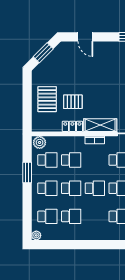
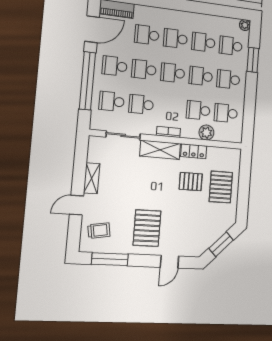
door: (85, 37) -> (169, 262), swing flipped
pallet: (106, 62) -> (147, 228), added
plant: (40, 142) -> (206, 133), moved
window: (27, 172) -> (253, 60), moved
school desk: (95, 216) -> (175, 39), added

